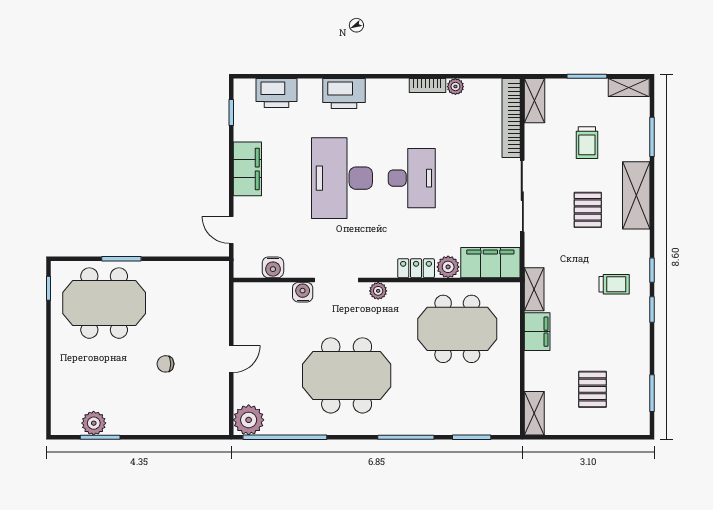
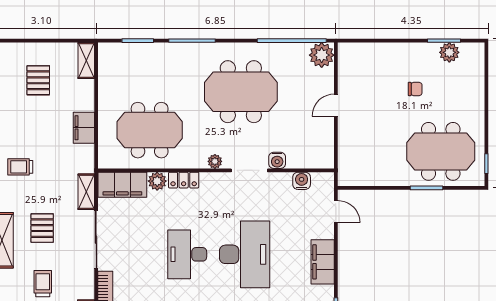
shelving: (534, 289) -> (86, 192), moved
chair: (165, 364) -> (415, 89), moved

